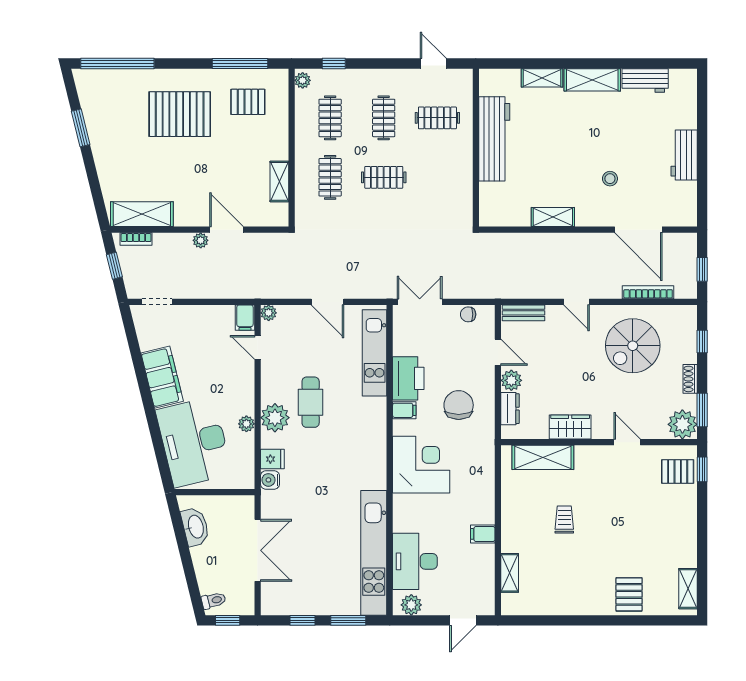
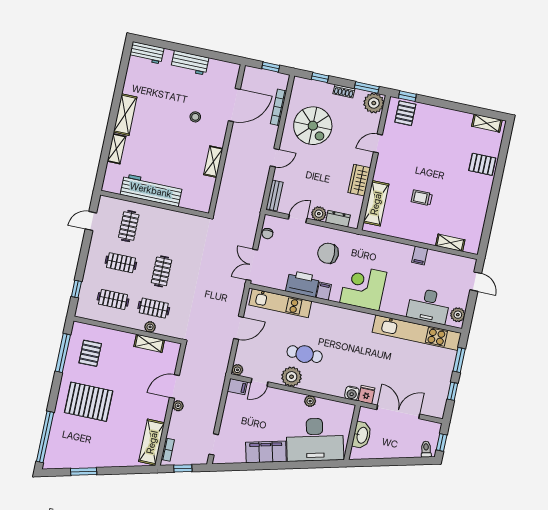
plant: (303, 80) -> (150, 327), moved
workbench: (645, 80) -> (147, 53), moved, turned 90
pallet: (180, 114) -> (89, 402), turned 90
plant: (275, 418) -> (291, 377), moved
fridge: (272, 459) -> (366, 395), moved
washbasin: (195, 527) -> (362, 435), moved, turned 104

